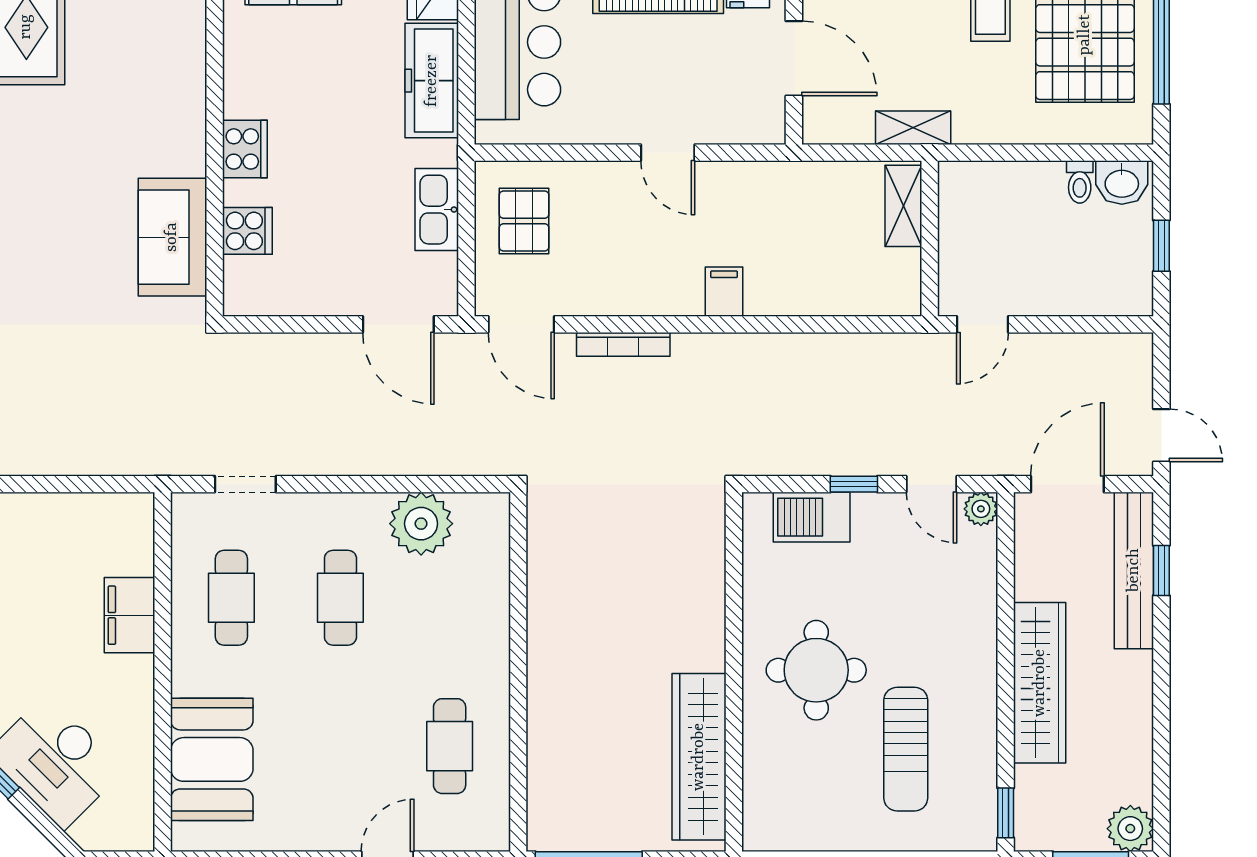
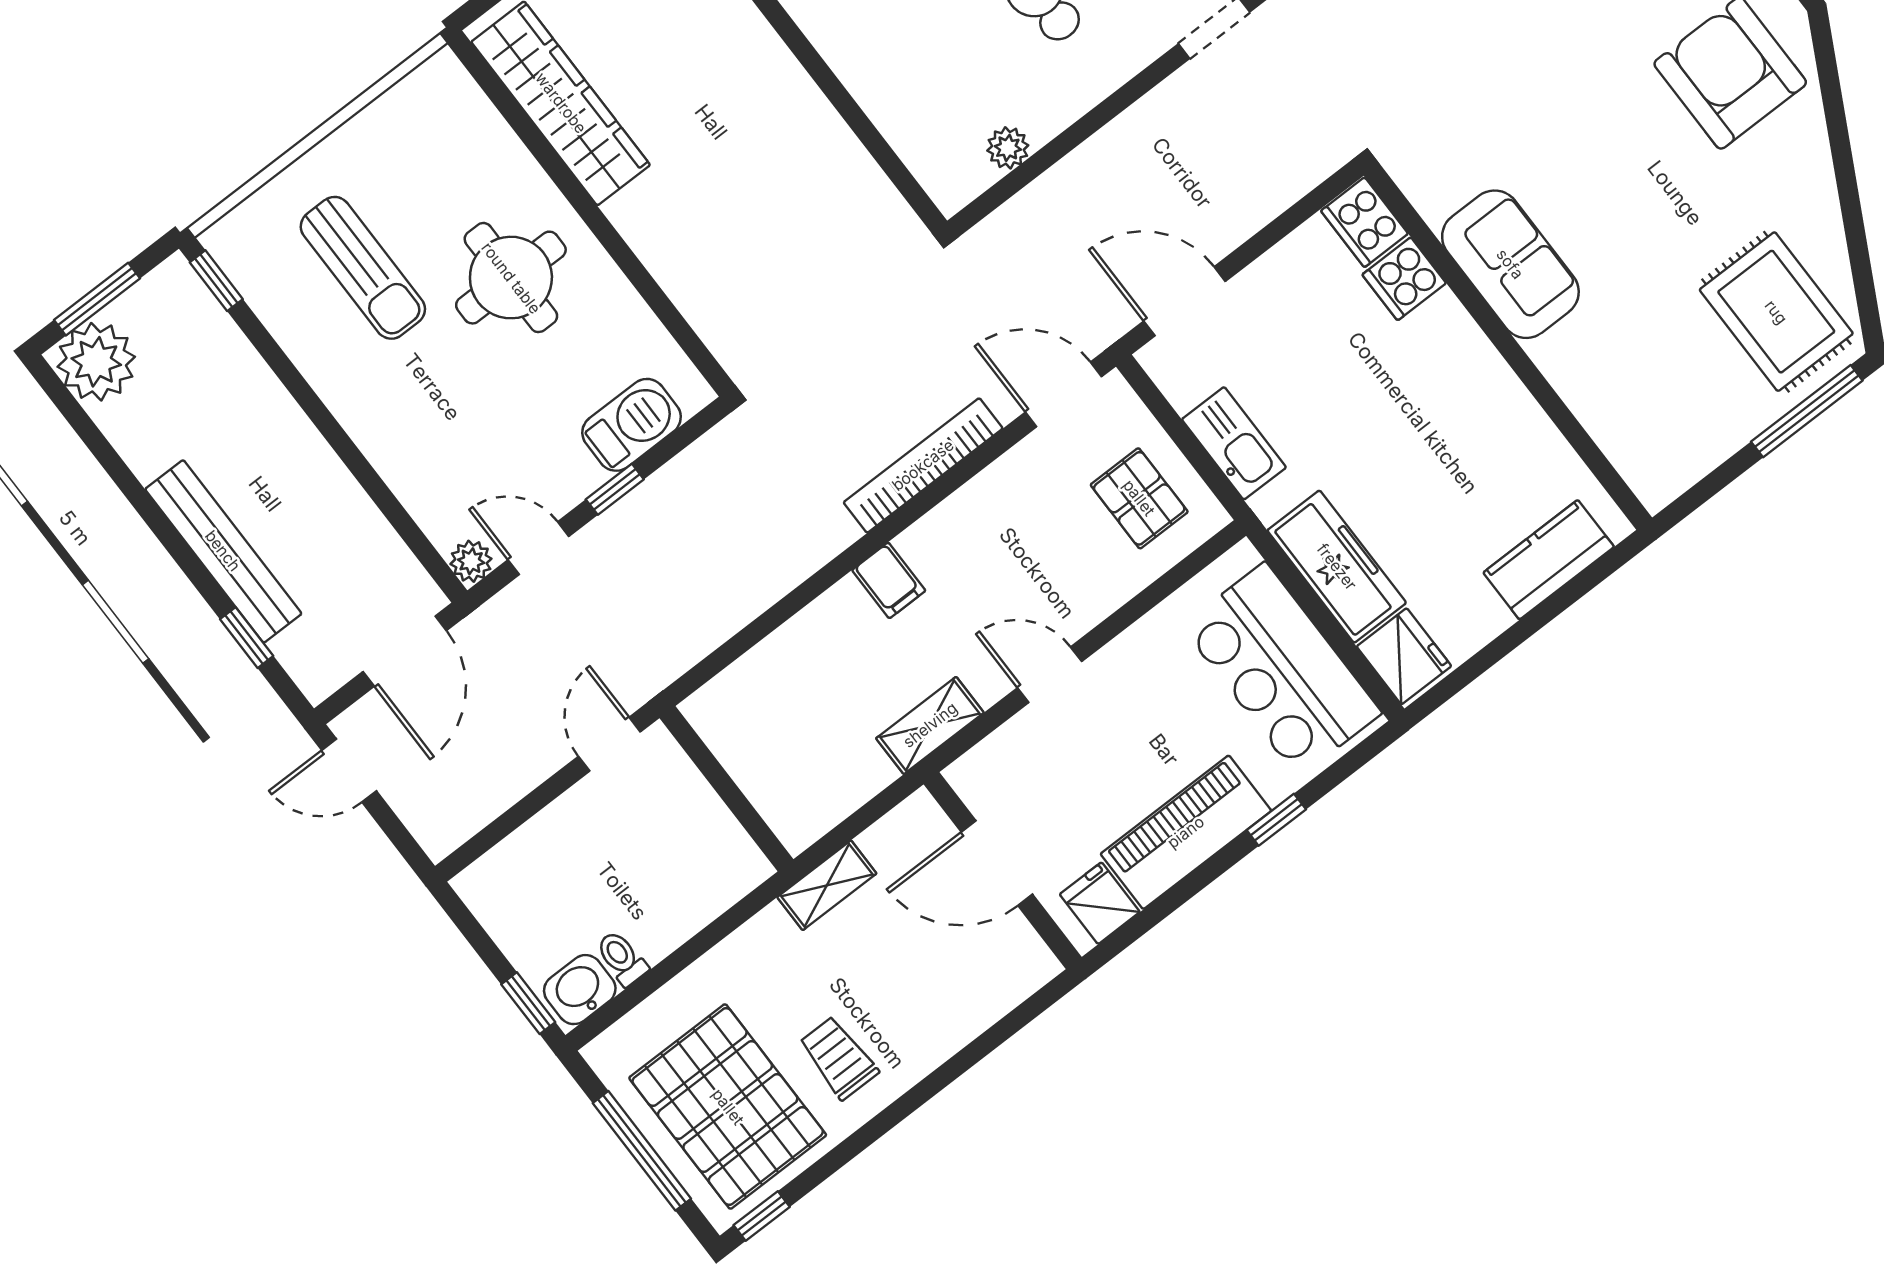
cooker: (245, 149) -> (1364, 222), moved
shelving: (903, 206) -> (930, 725), moved, turned 90
sofa: (172, 237) -> (1510, 264), moved
window: (1161, 246) -> (528, 1003), moved
bookcase: (623, 344) -> (923, 465), width x1.48, depth x1.31
plant: (421, 524) -> (1008, 148), width x0.53, depth x0.53
bench: (1134, 570) -> (223, 551), moved
wardrobe: (1040, 683) -> (281, 435), removed
sun lounger: (906, 749) -> (363, 268), turned 180
plant: (1130, 829) -> (96, 362), width x1.36, depth x1.36

